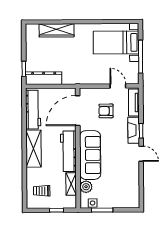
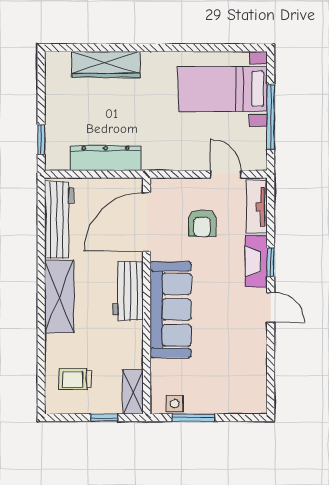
dresser: (44, 78) -> (105, 158), moved
armchair: (106, 111) -> (202, 223), turned -90
workbench: (68, 151) -> (128, 291), width x0.73
shelving: (71, 184) -> (133, 392), moved
plant: (86, 187) -> (162, 372), removed

